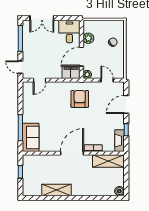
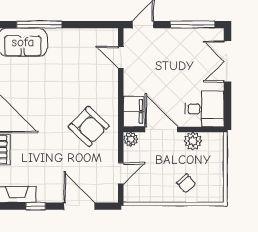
armchair: (80, 99) -> (89, 126), turned 44

